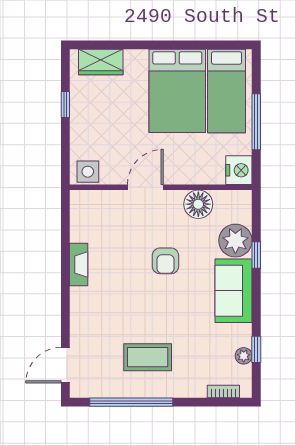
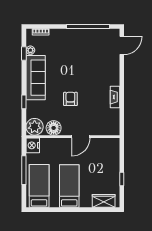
bed: (177, 91) -> (69, 186), width x0.67
side table: (88, 172) -> (110, 145), removed
plant: (235, 241) -> (35, 127), moved
sofa: (234, 291) -> (36, 78), width x1.36
coffee table: (148, 357) -> (80, 49), removed

